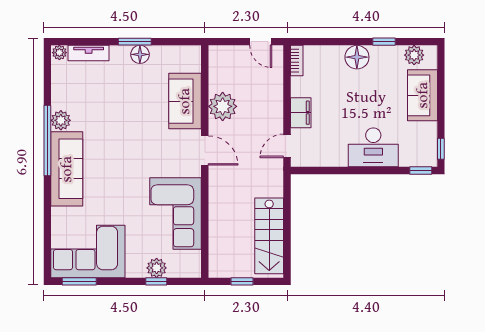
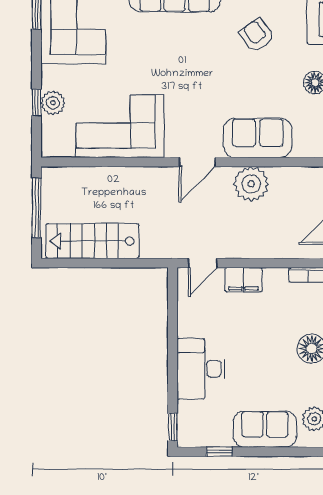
armchair: (102, 102) -> (257, 35), added
door: (287, 146) -> (203, 263), swing flipped
window: (441, 149) -> (219, 452), moved
window: (242, 281) -> (37, 208), width x2.17

